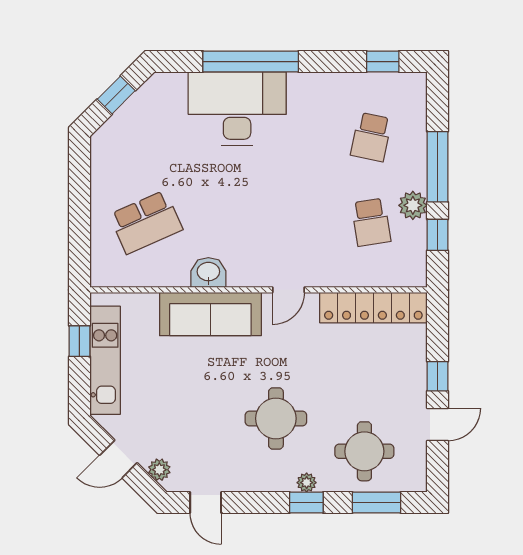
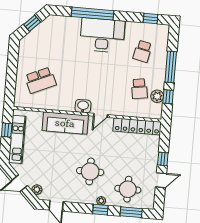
desk: (237, 109) -> (102, 35), moved
plant: (413, 205) -> (157, 96), moved
washbasin: (208, 272) -> (83, 106), moved

